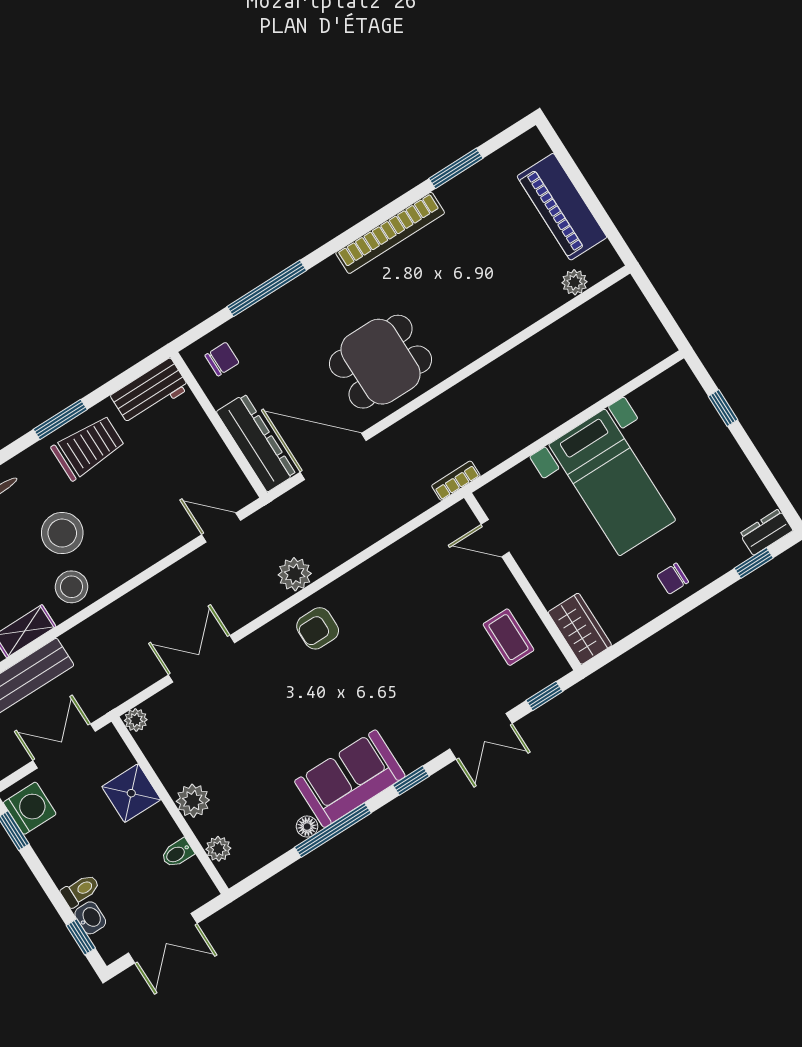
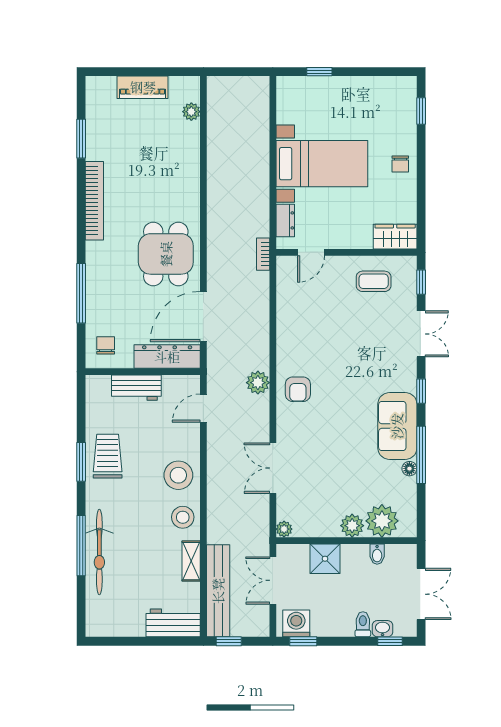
piano: (562, 207) -> (143, 87), width x0.73, depth x0.75
workbench: (150, 392) -> (136, 388), moved, turned 90
dresser: (766, 532) -> (285, 220), moved, turned 180
stool: (62, 533) -> (178, 475), moved
plant: (218, 849) -> (382, 521), width x1.88, depth x1.88

